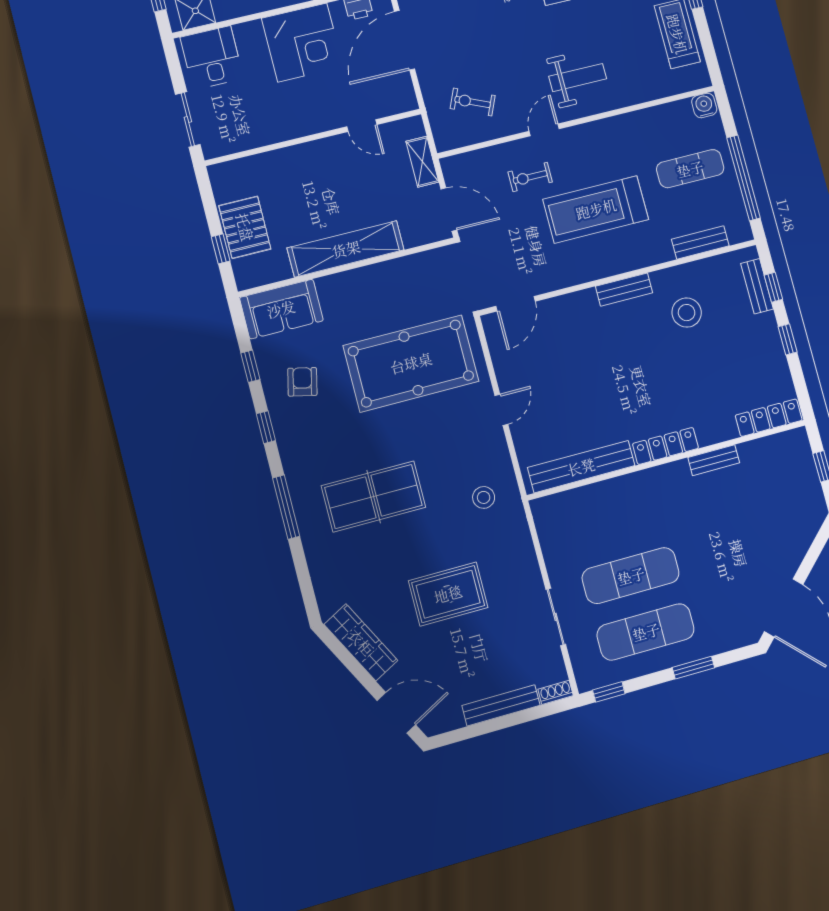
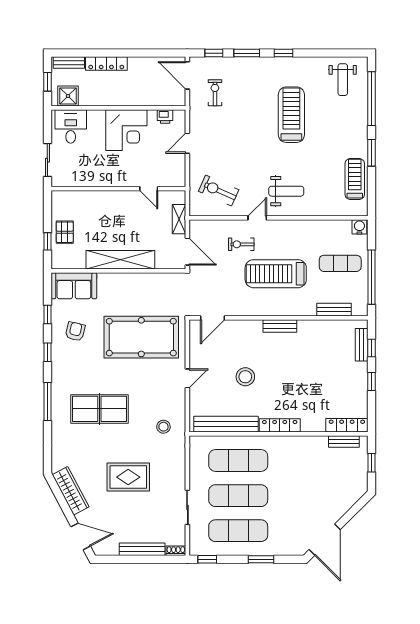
door: (405, 40) -> (187, 143), width x0.53
exercise bike: (473, 102) -> (219, 191), width x1.38, depth x1.39
pallet: (245, 227) -> (65, 232), width x0.67, depth x0.71
stool: (687, 313) -> (245, 377), moved
bench: (714, 460) -> (344, 441), moved
exercise mat: (616, 519) -> (238, 460), added

